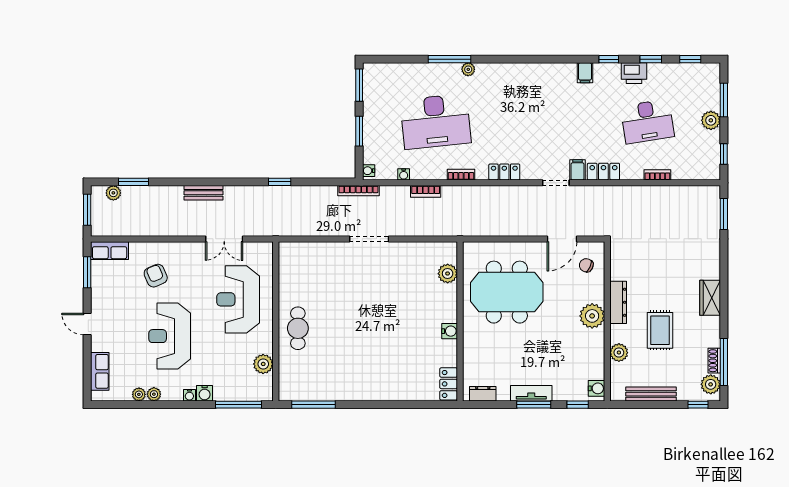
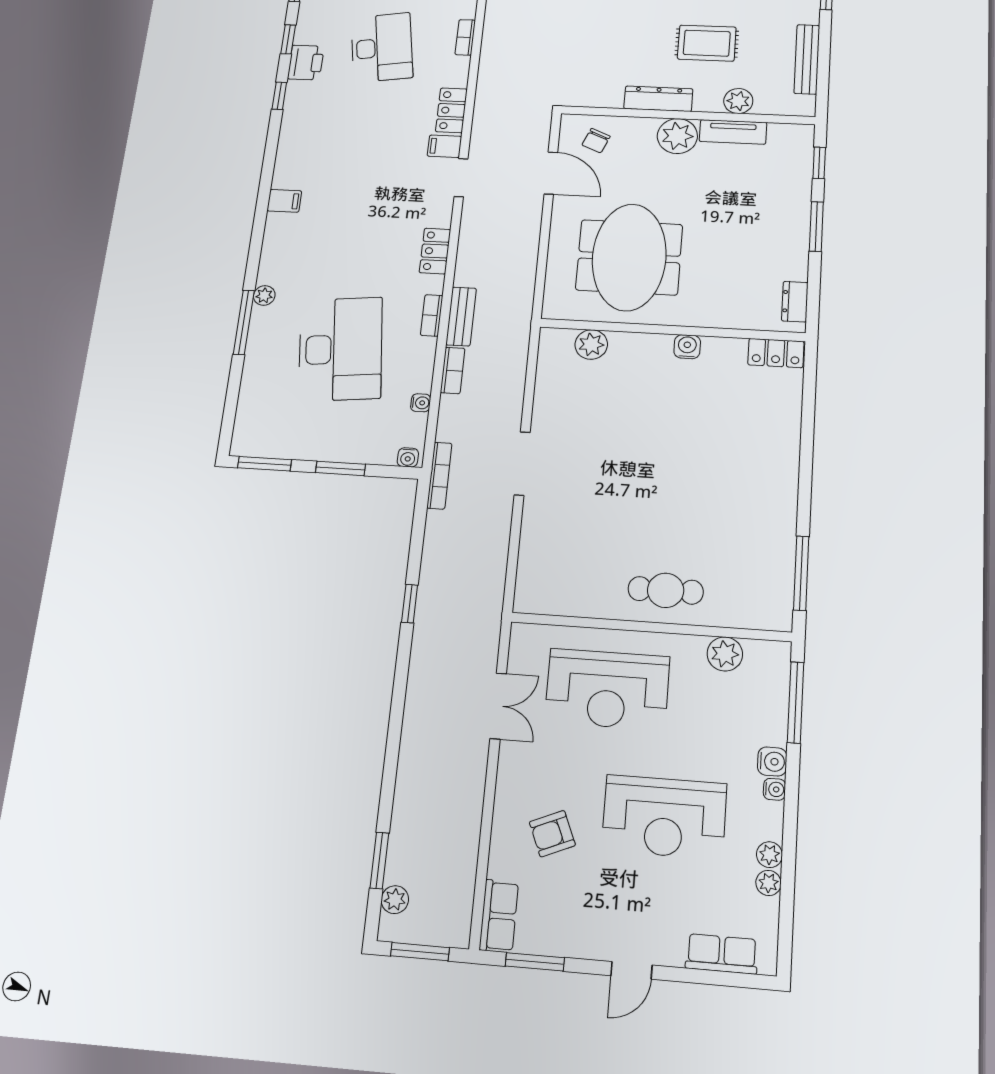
filing cabinet: (585, 73) -> (284, 201), moved
bench: (204, 193) -> (461, 316), moved
water cooler: (596, 388) -> (794, 135), removed
tv unit: (531, 393) -> (733, 132), moved, turned -90

